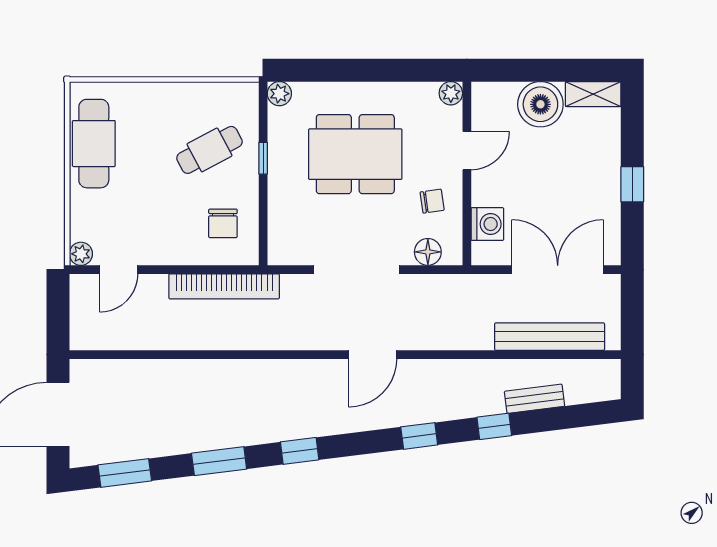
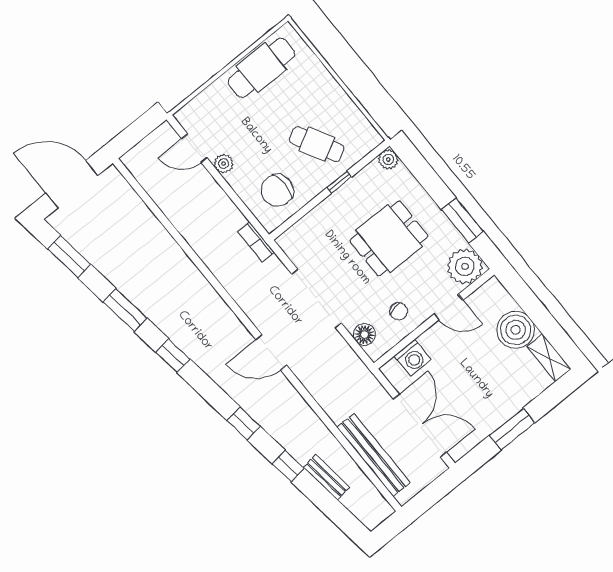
window: (395, 70) -> (462, 220), added
plant: (451, 93) -> (465, 266), width x1.88, depth x1.88
dining table: (355, 154) -> (389, 238), width x0.73
window: (632, 184) -> (512, 429), width x1.50
chair: (223, 223) -> (277, 190), width x1.37, depth x1.37
plant: (81, 254) -> (224, 164), moved
bookcase: (224, 286) -> (256, 242), width x0.43, depth x0.76

